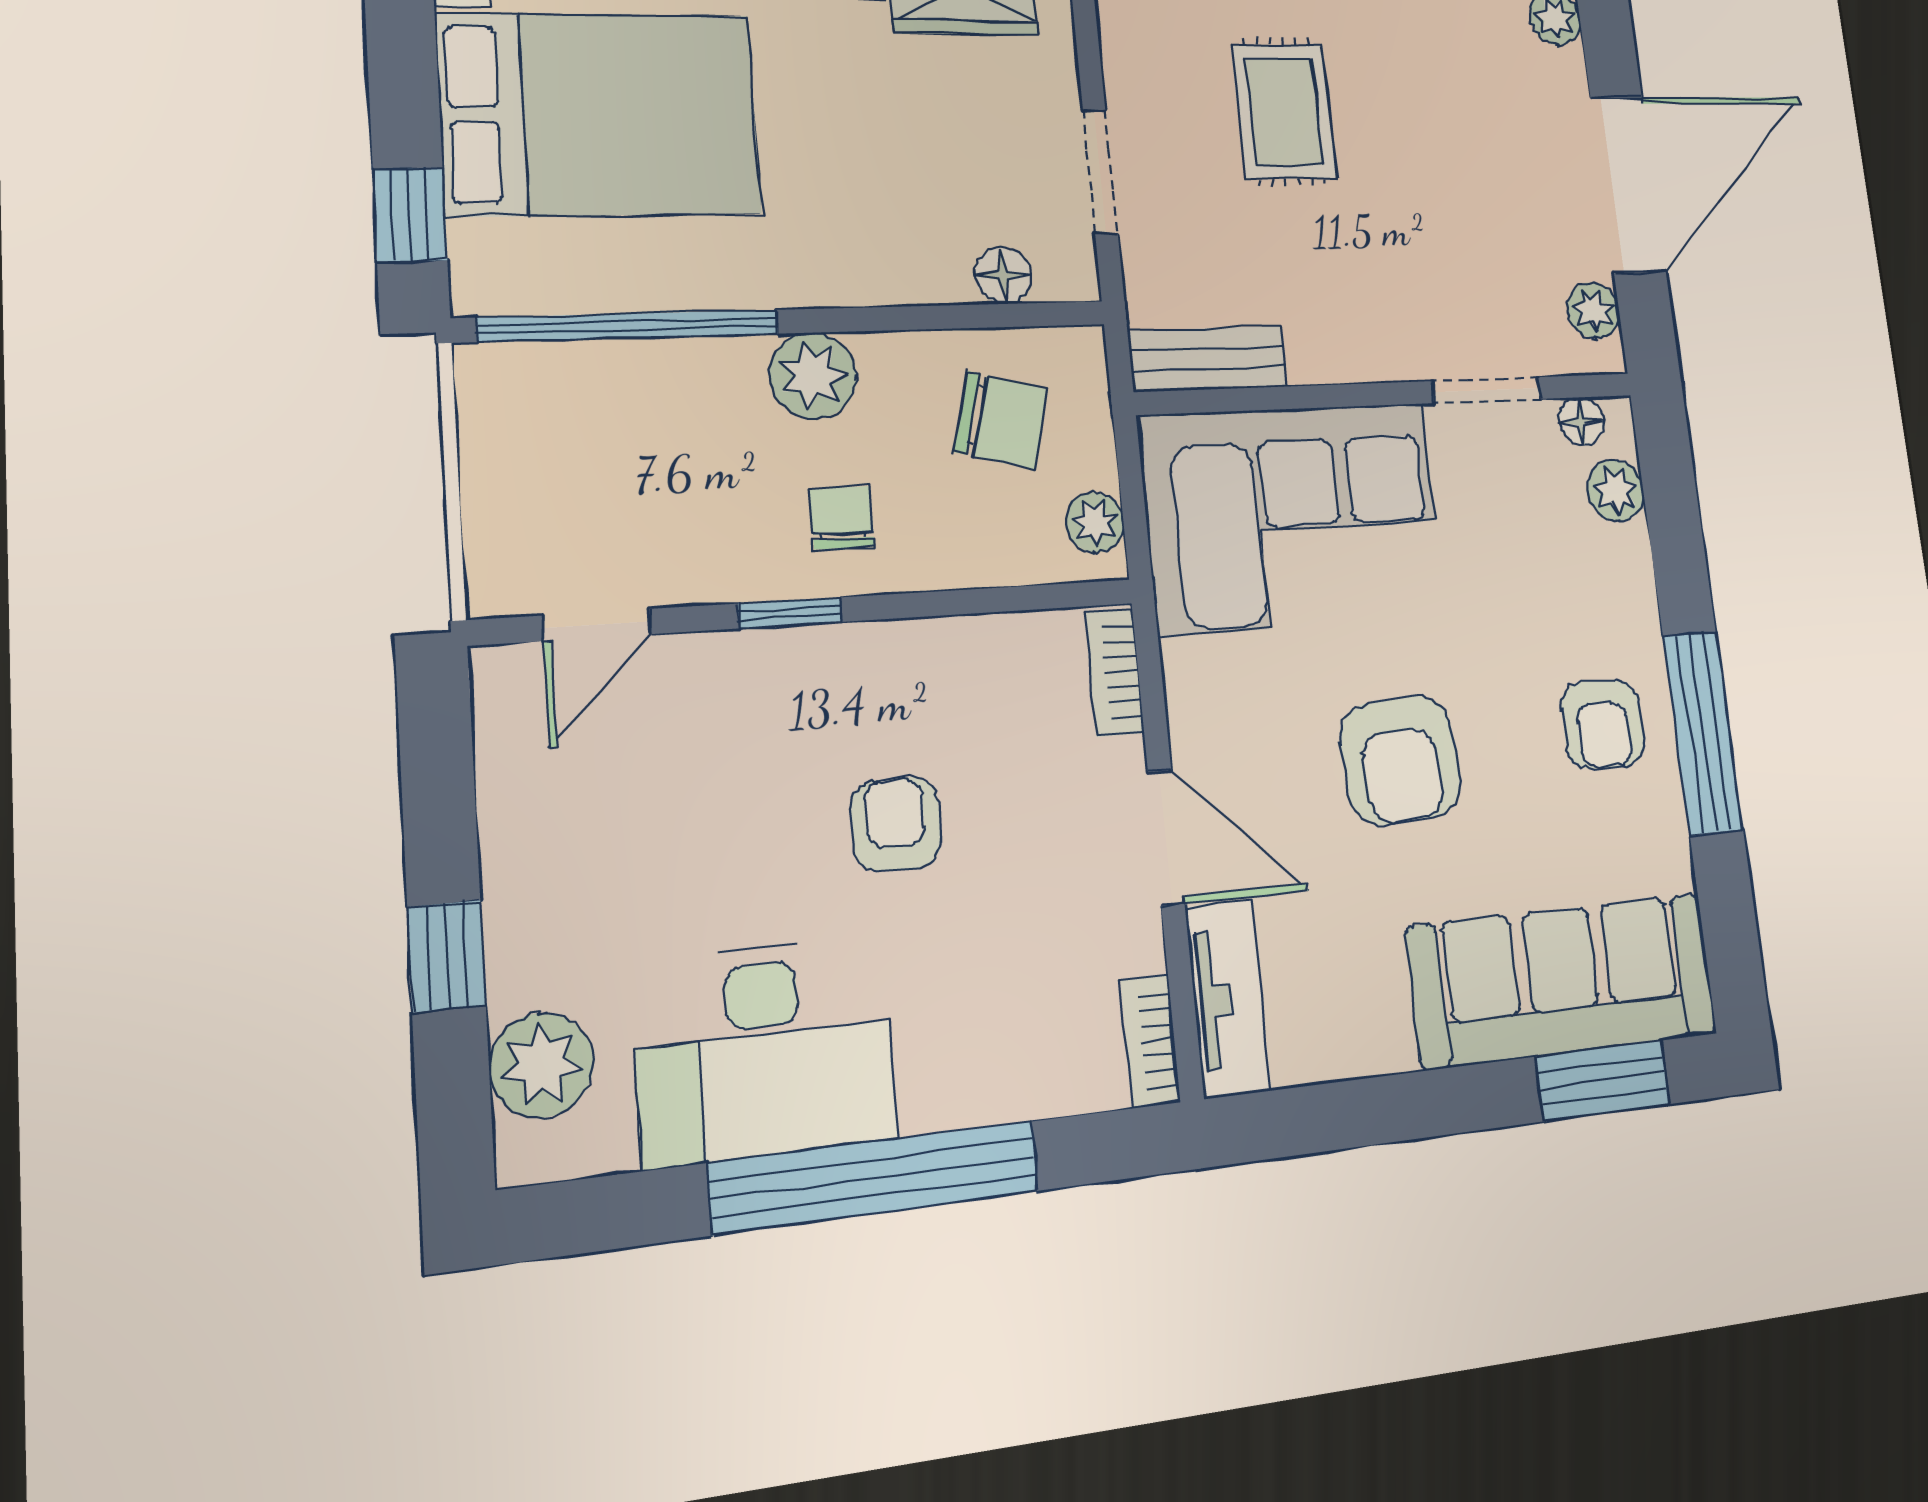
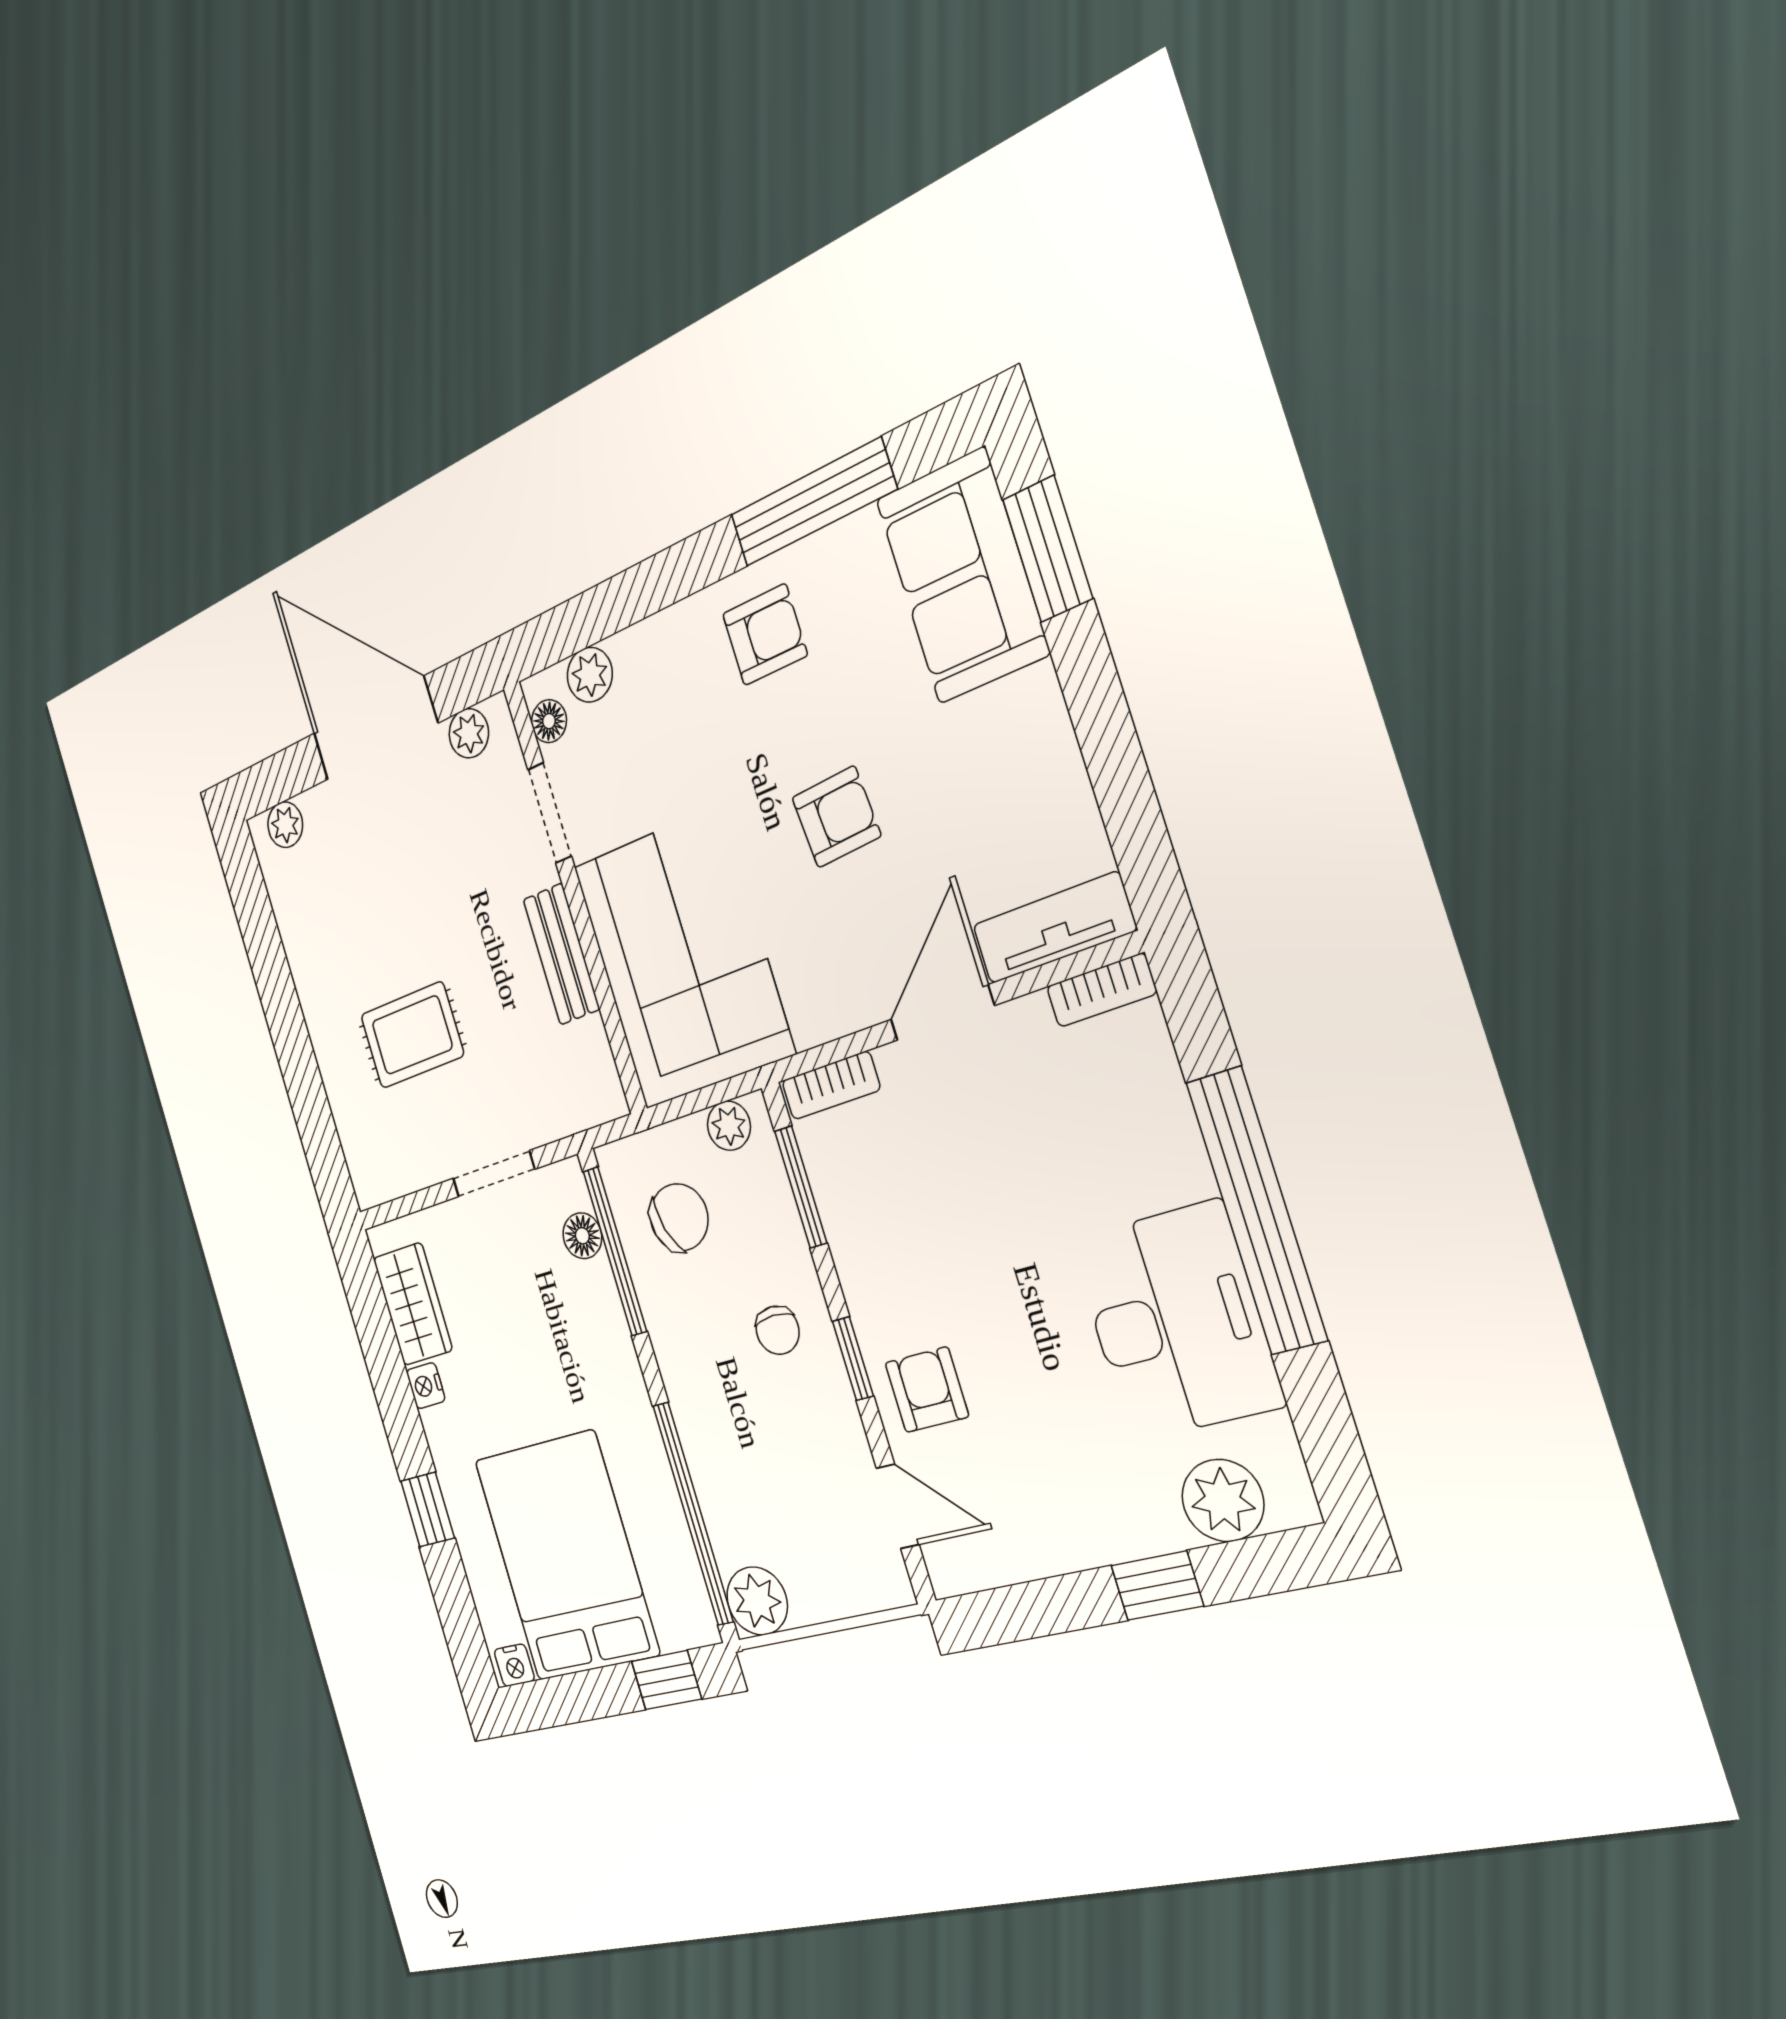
window: (976, 316) -> (615, 1251), added
bench: (1208, 359) -> (561, 954), moved
plant: (813, 376) -> (757, 1601), moved
chair: (1001, 420) -> (679, 1217), turned 58
chair: (842, 518) -> (778, 1330), turned -90
window: (1006, 599) -> (801, 1187), added
window: (1703, 733) -> (813, 502), moved
armchair: (1400, 760) -> (836, 817), width x0.72, depth x0.72
armchair: (896, 824) -> (927, 1390), moved, turned 90
sofa: (1563, 981) -> (962, 576), width x0.73

